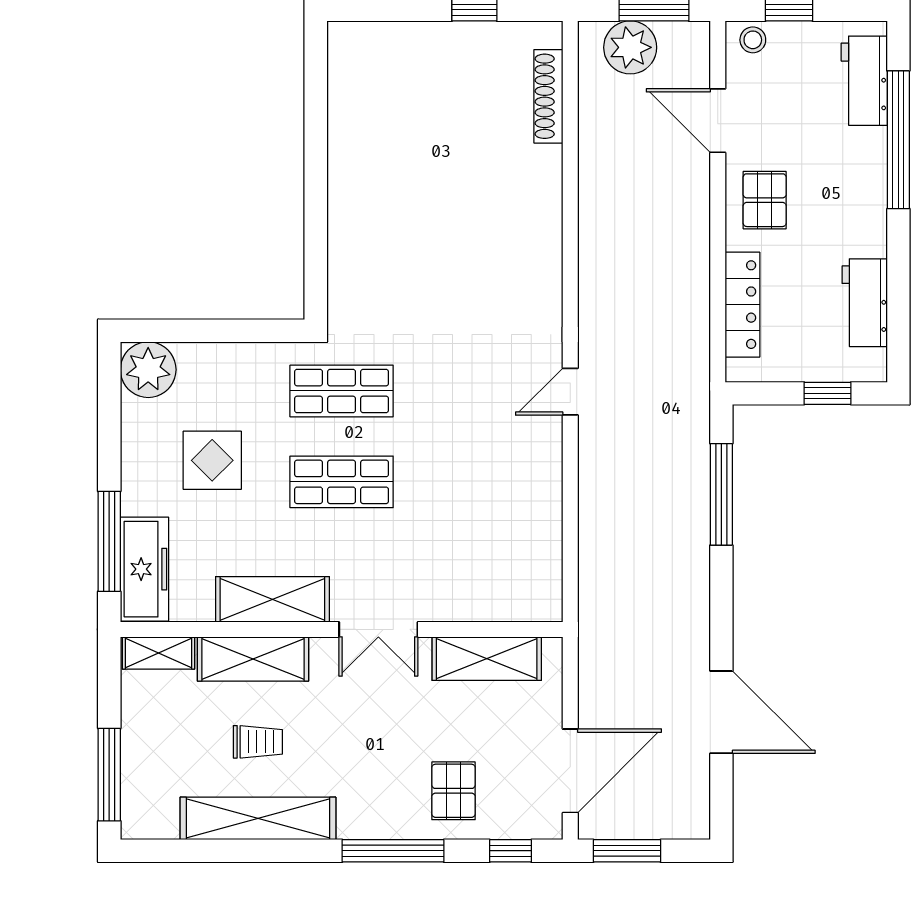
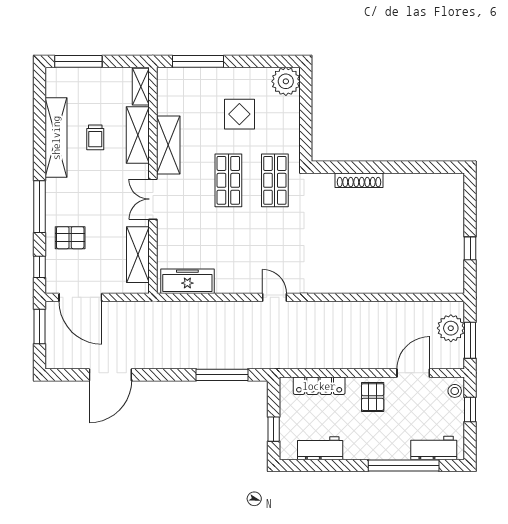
shoe rack: (548, 96) -> (359, 180), moved, turned 180
pallet: (765, 200) -> (373, 397), turned 90
freezer: (144, 569) -> (187, 281), moved, turned 180

